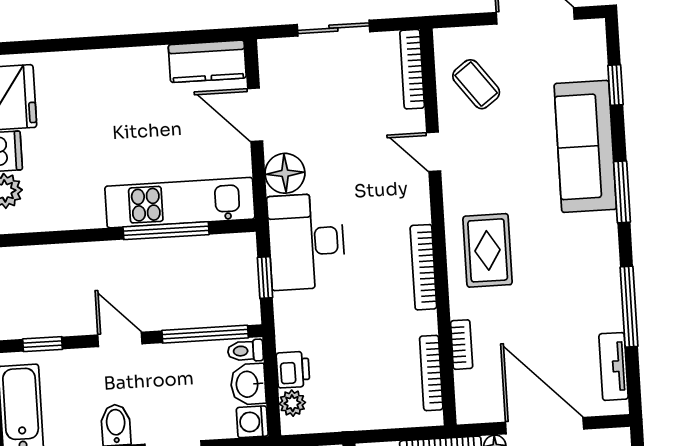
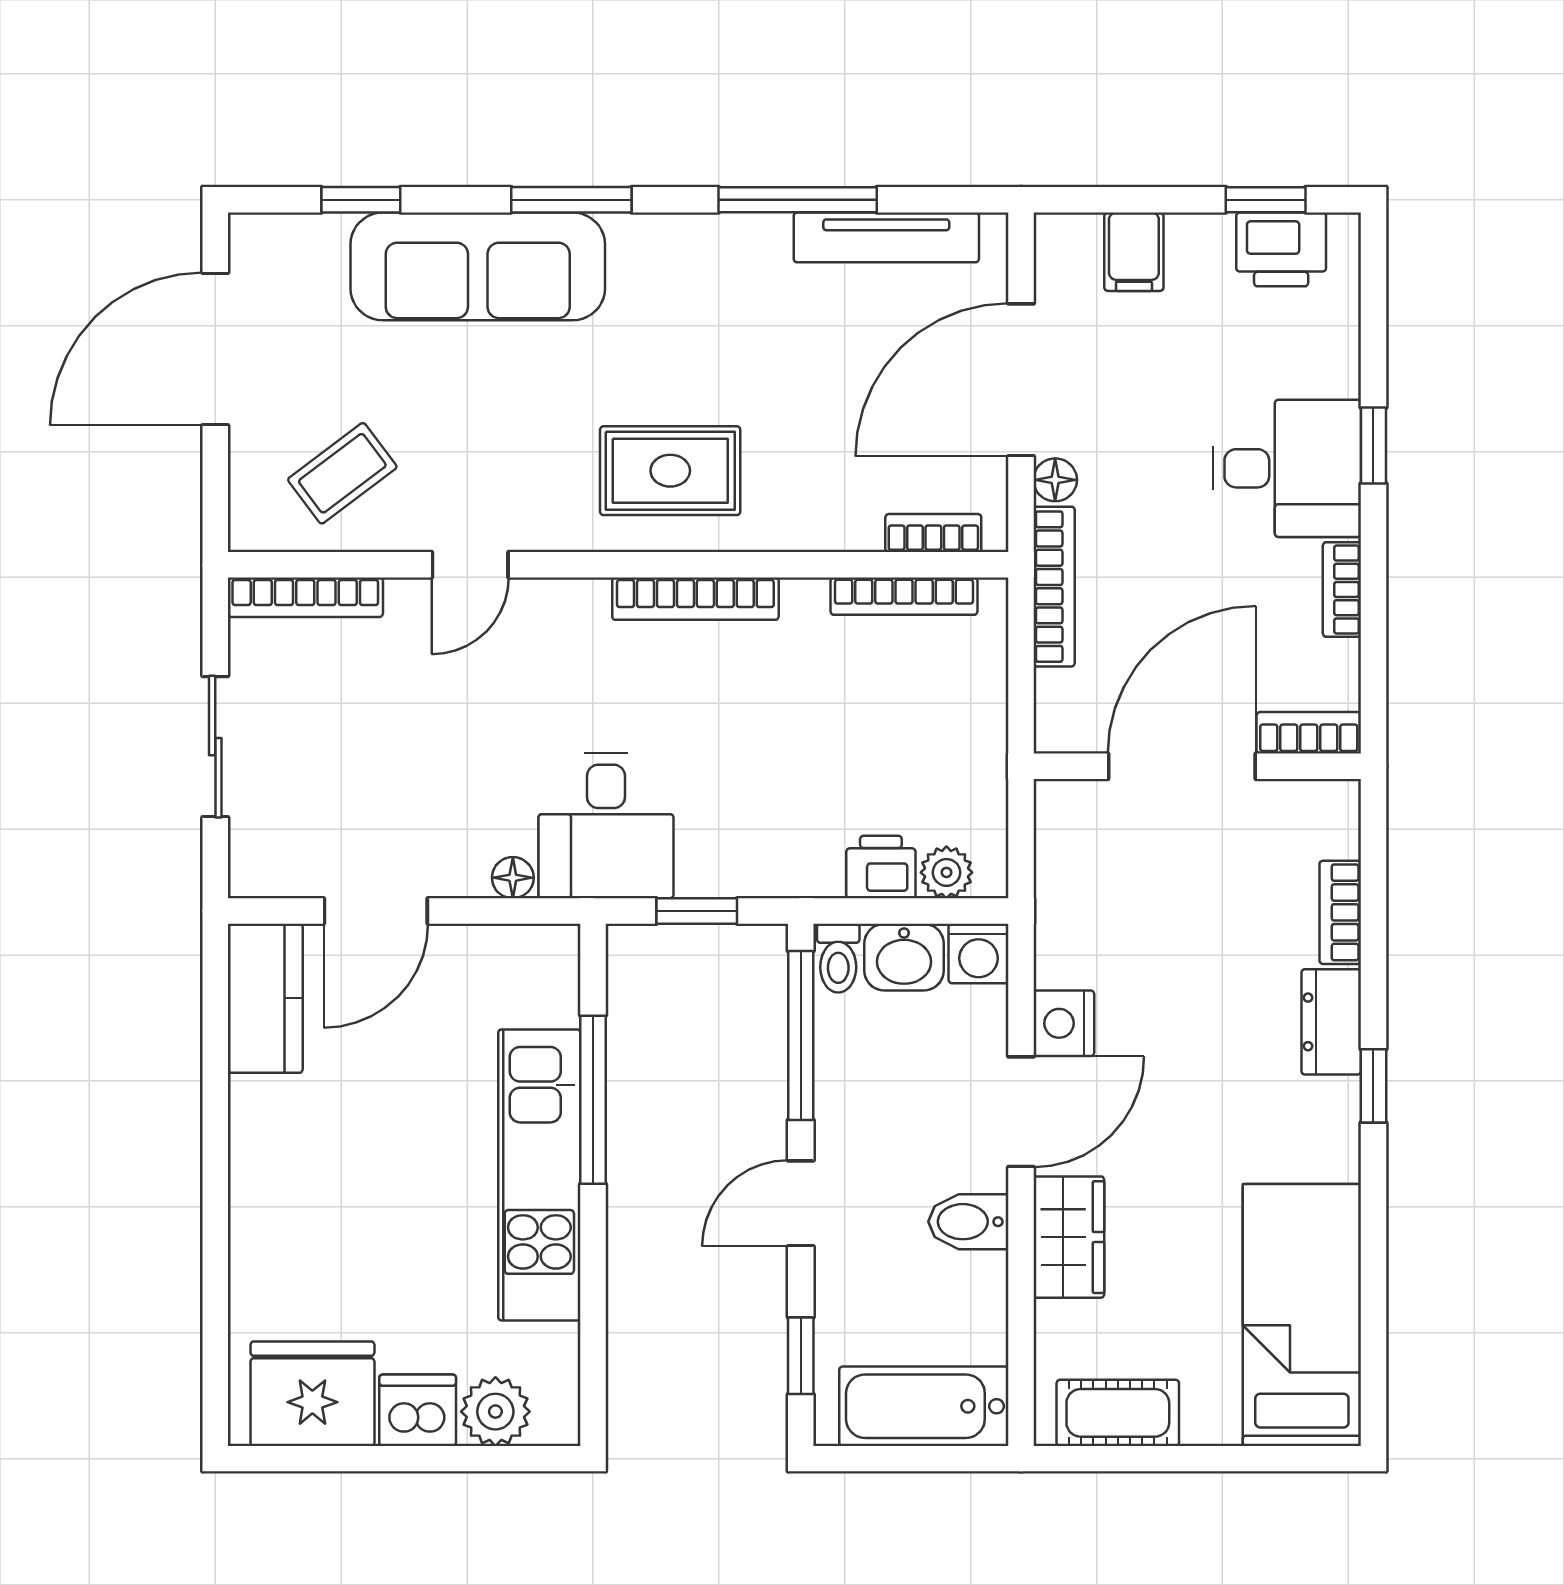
floor lamp: (285, 173) -> (513, 878), width x0.53, depth x0.53
kitchen unit: (180, 203) -> (539, 1175), moved
desk: (306, 242) -> (606, 826), width x0.73
bookcase: (462, 345) -> (933, 533), moved
tv unit: (614, 366) -> (886, 237), width x1.41

